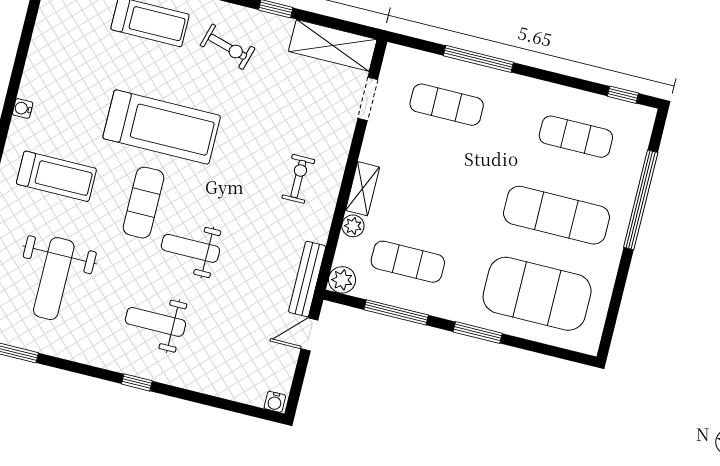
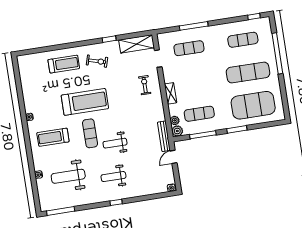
treadmill: (56, 176) -> (53, 137), turned 180
exercise bike: (298, 179) -> (145, 85), moved
plant: (353, 226) -> (175, 120), moved
weight bench: (54, 279) -> (68, 176), turned 90

